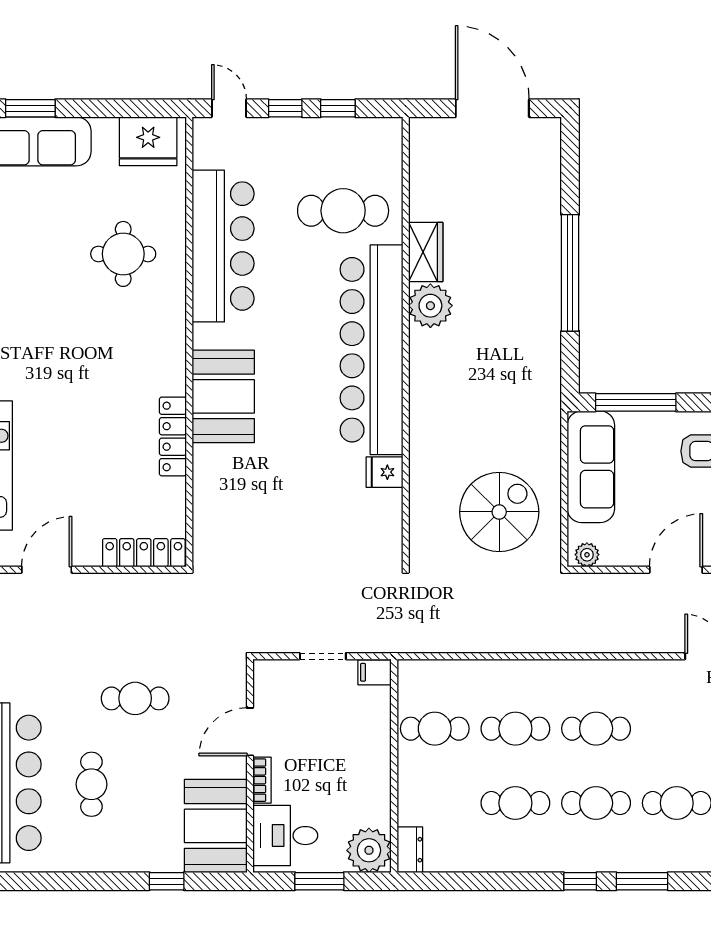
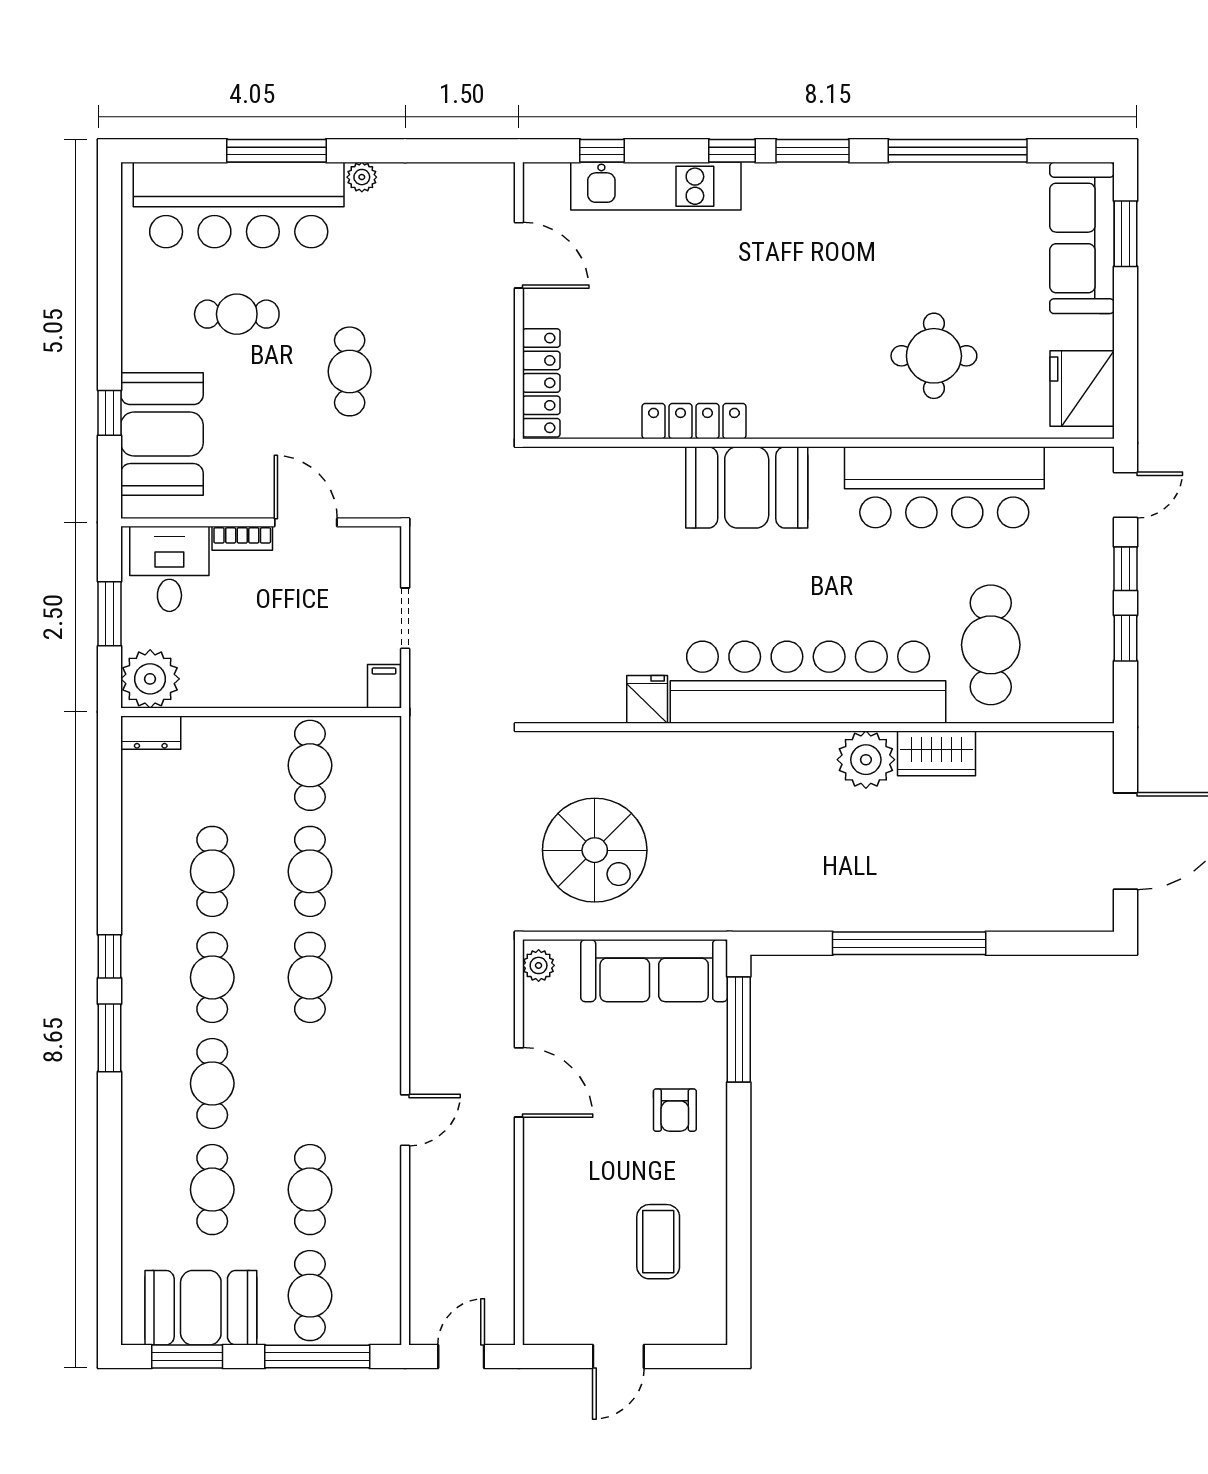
booth: (216, 826) -> (162, 434), moved, turned 90

